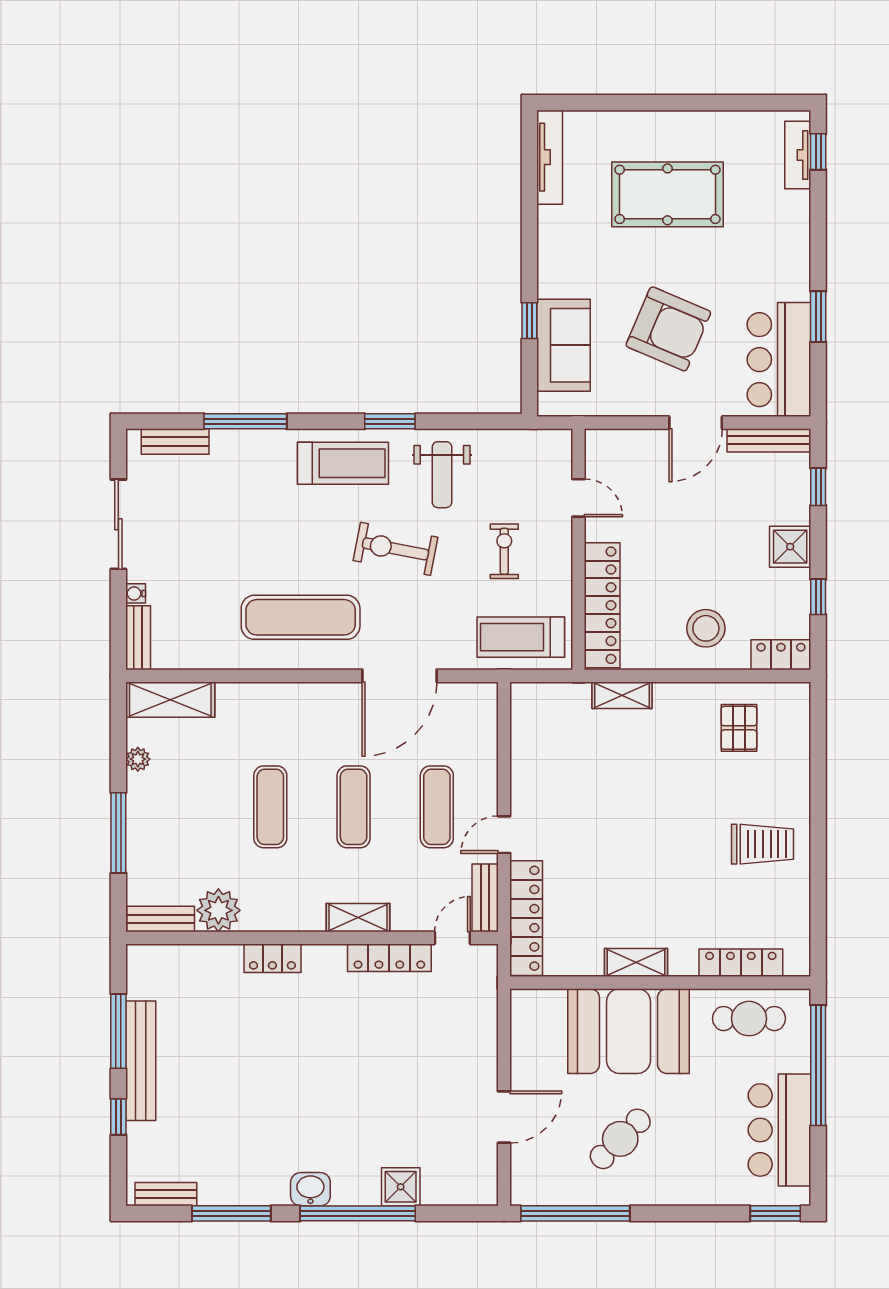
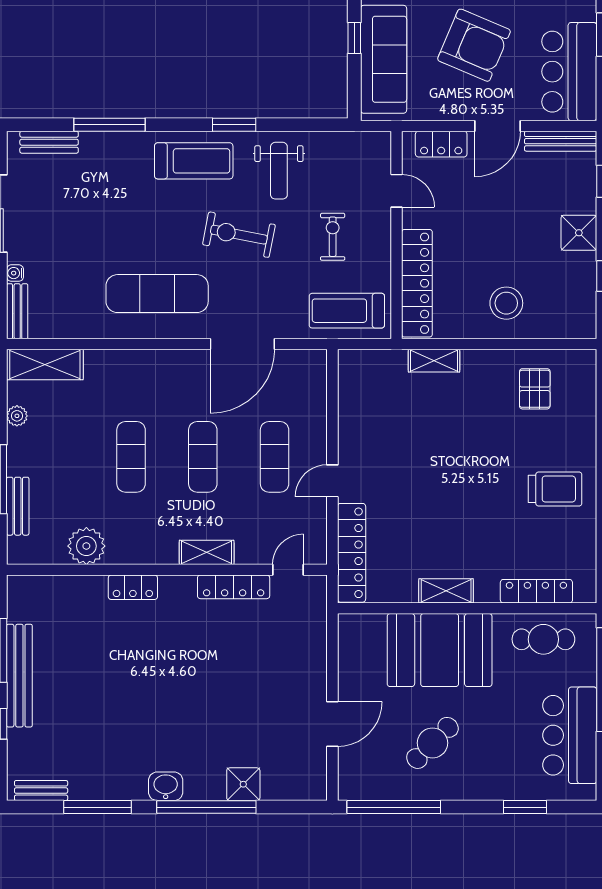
sofa: (563, 345) -> (384, 59), width x1.36
locker: (781, 655) -> (441, 144), moved, turned 180
bench: (485, 898) -> (316, 535), removed
bench: (161, 919) -> (18, 506), moved, turned 90
window: (775, 1213) -> (525, 807), moved

